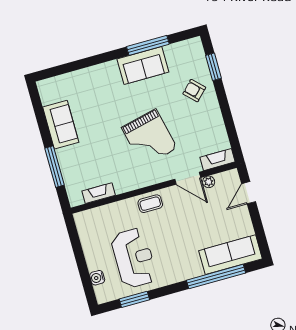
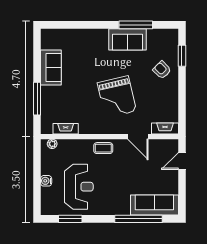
plant: (209, 182) -> (52, 144), moved
water cooler: (97, 278) -> (46, 181), moved

